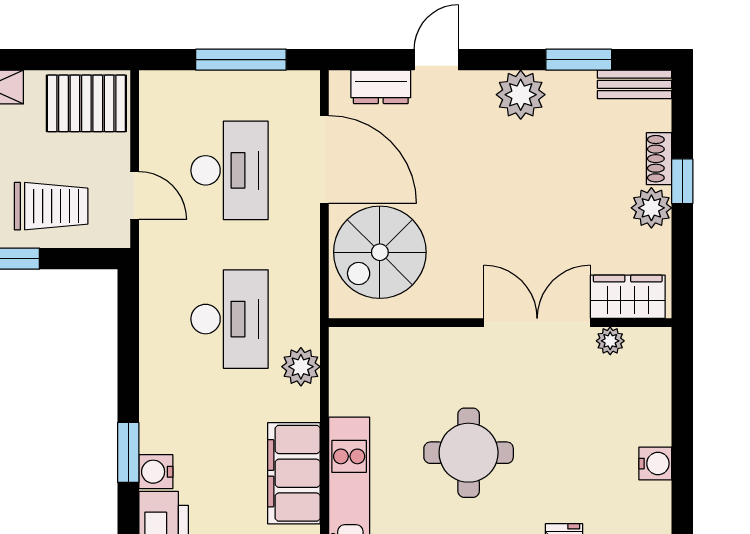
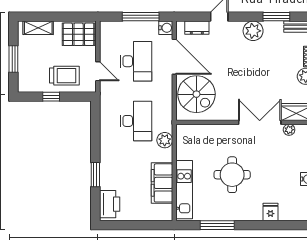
spiral stairs: (380, 252) -> (196, 94), turned -90
water cooler: (156, 472) -> (166, 28), moved, turned 180

